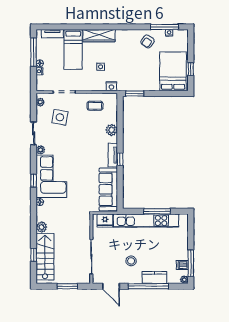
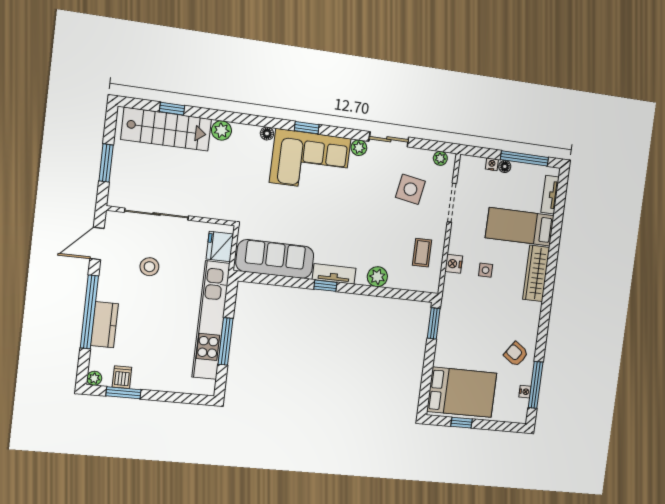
nightstand: (111, 86) -> (454, 264), moved
stool: (131, 261) -> (149, 267), moved
window: (191, 263) -> (123, 393), width x0.69

